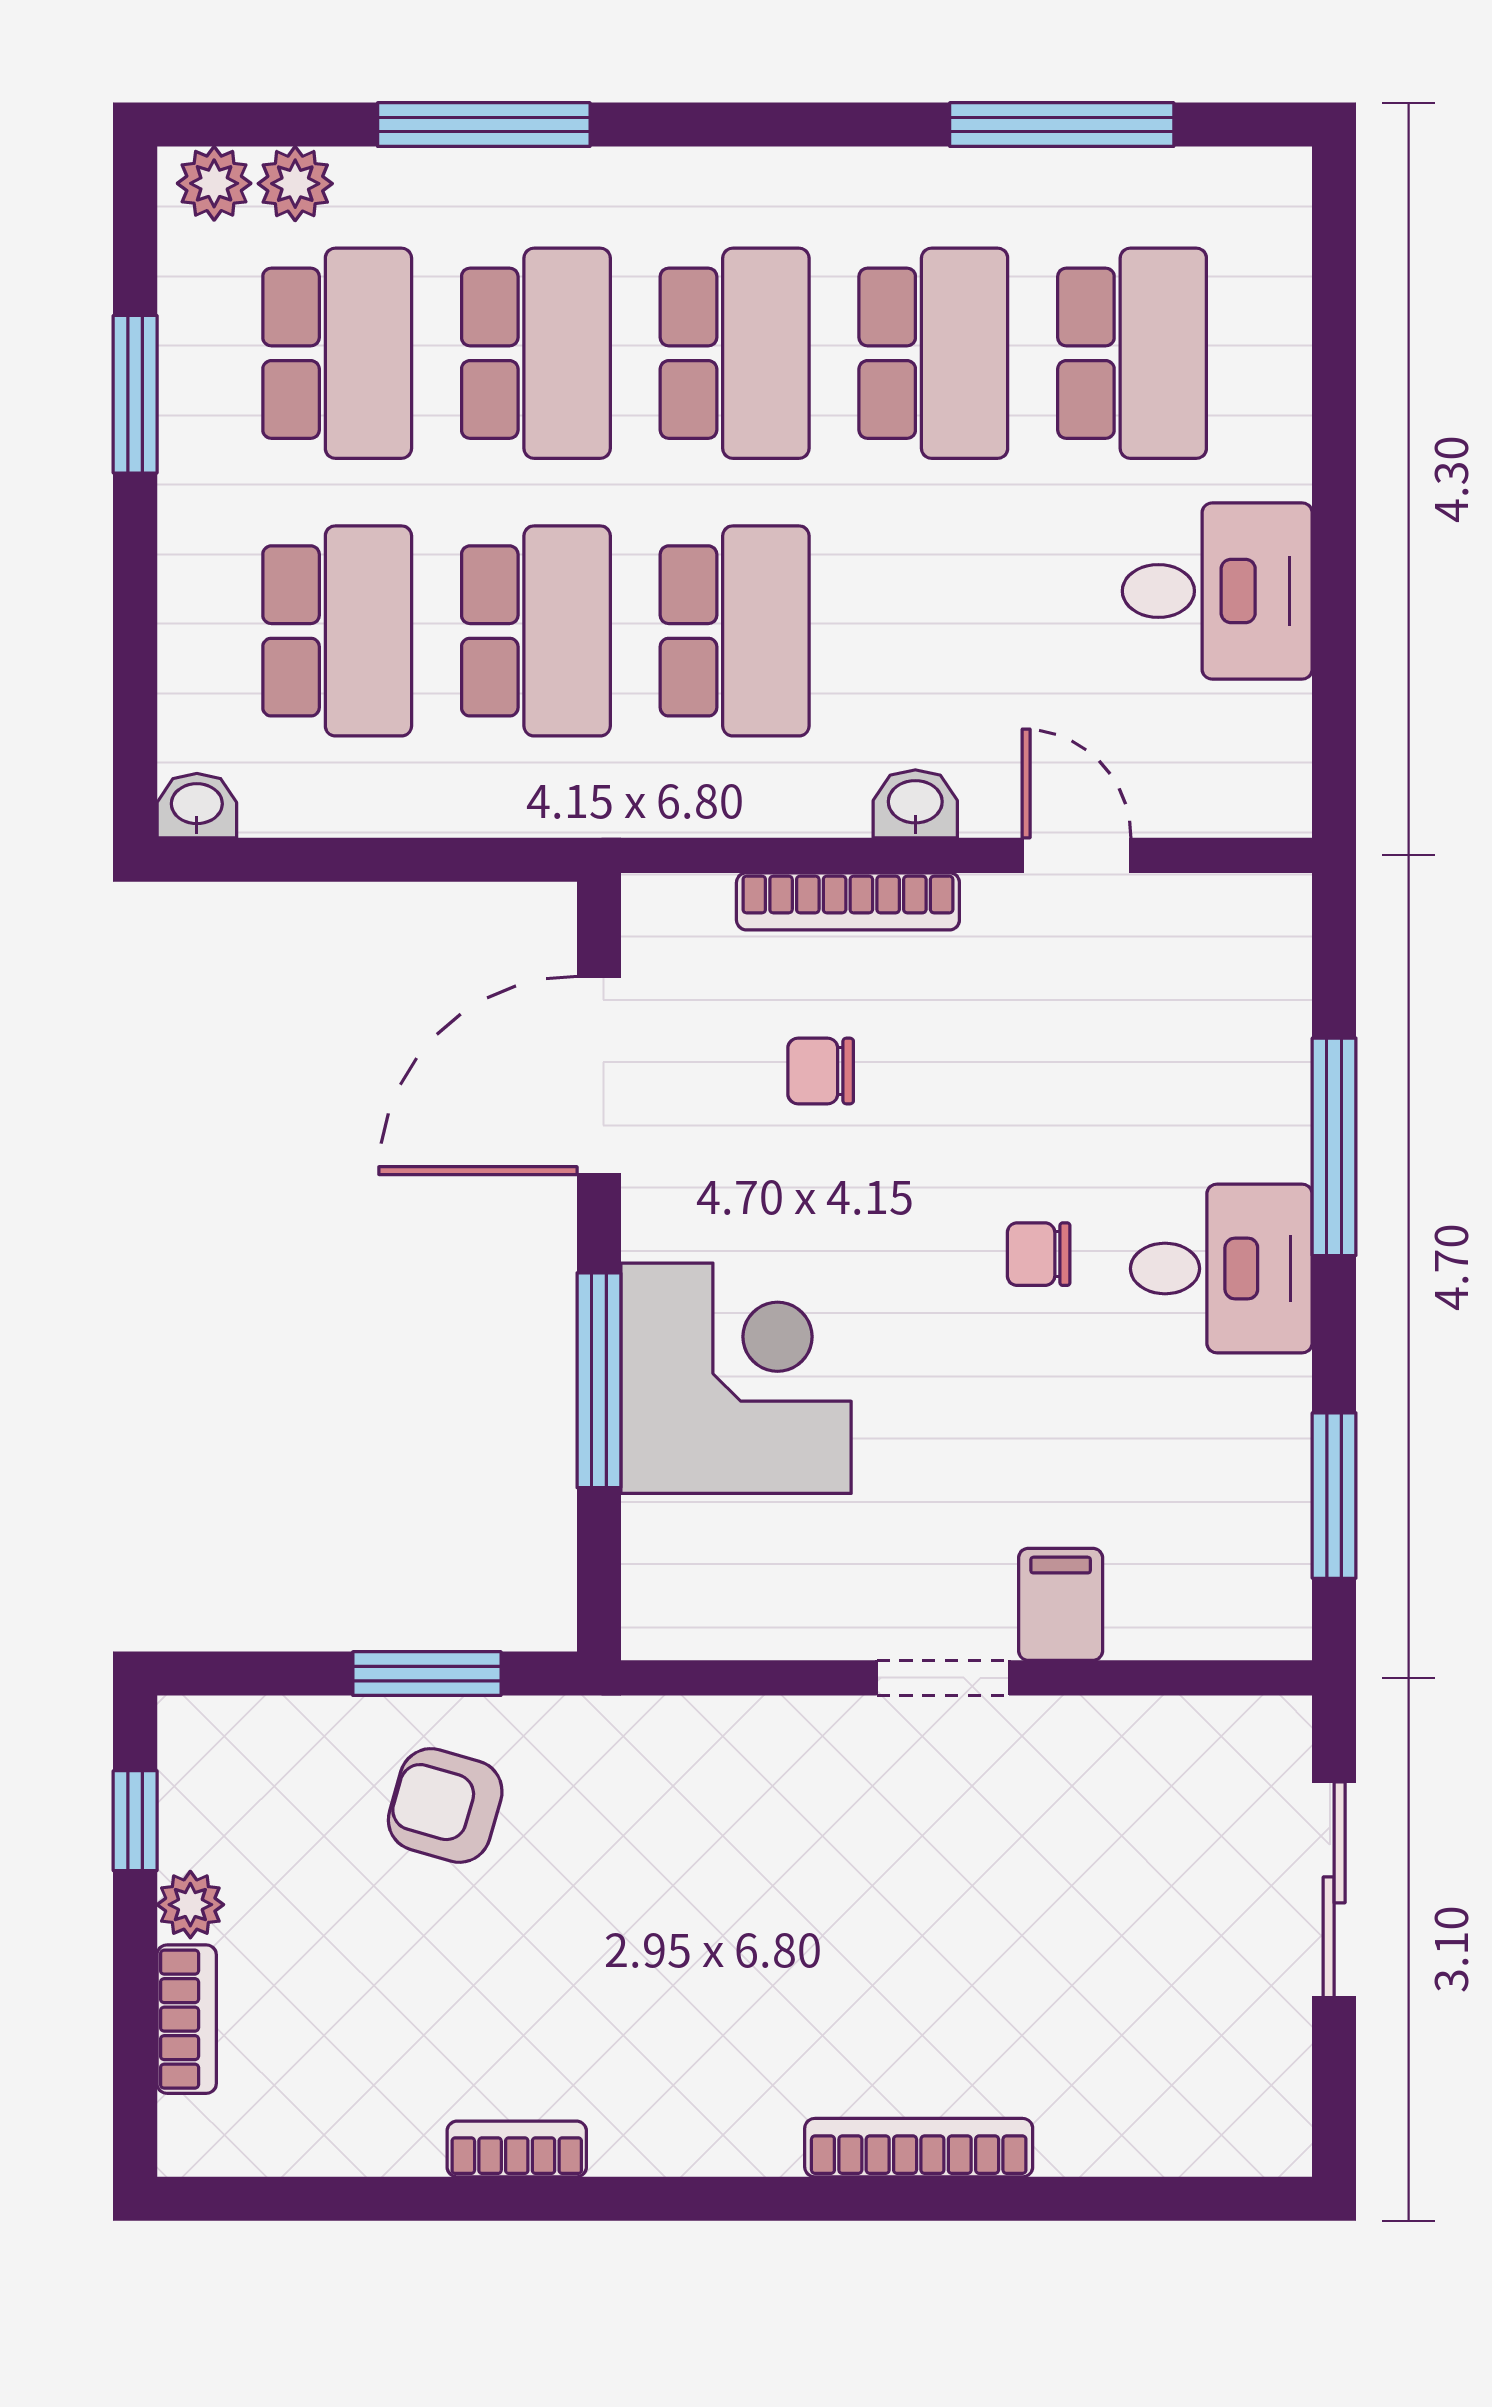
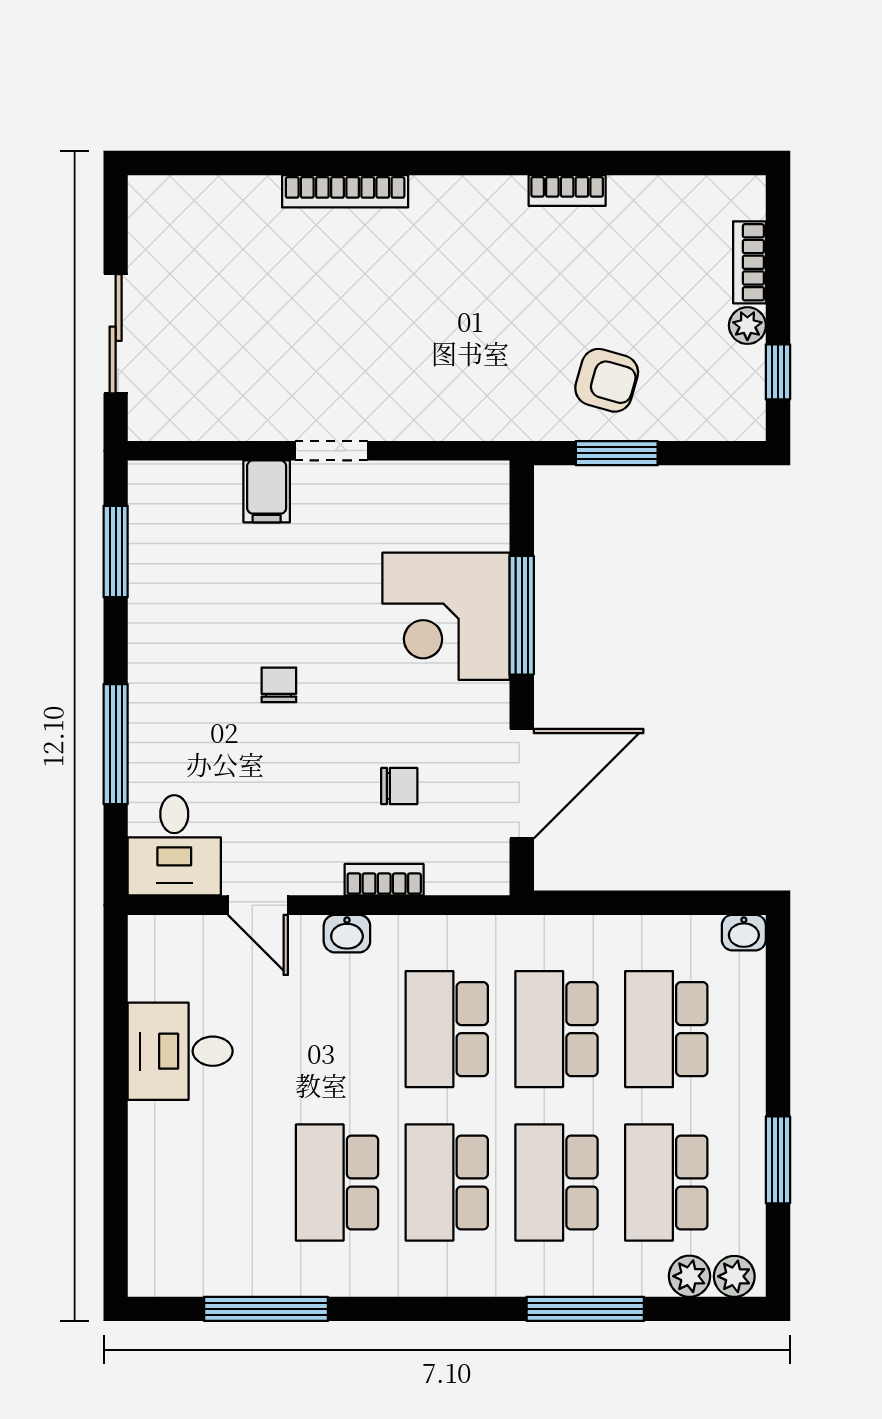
school desk: (1132, 353) -> (227, 1182), removed
bookcase: (848, 901) -> (384, 880), width x0.64
chair: (1039, 1254) -> (279, 685), turned -90
desk: (1221, 1269) -> (174, 845), moved, turned -90

